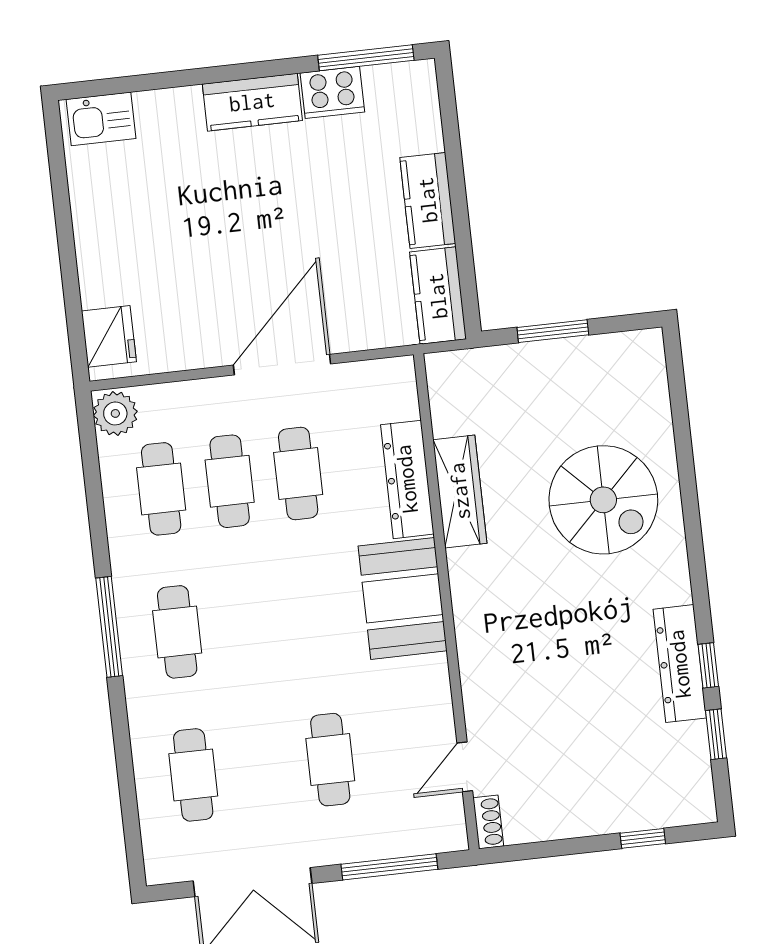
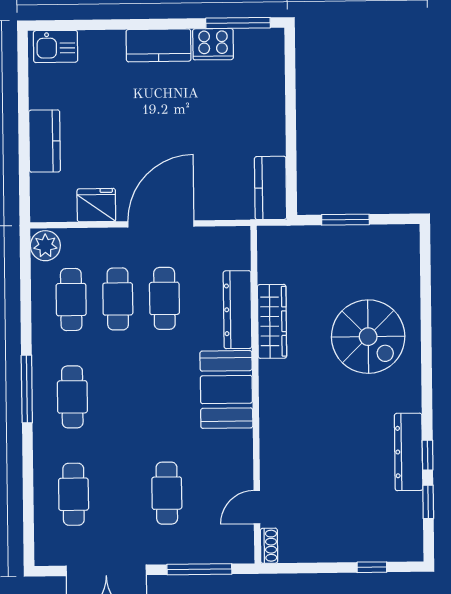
kitchen counter: (428, 200) -> (45, 141), moved, turned 180
fridge: (109, 336) -> (96, 205), moved, turned -90

